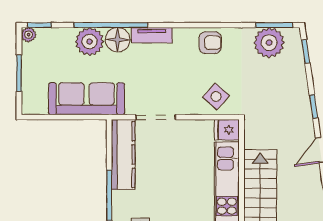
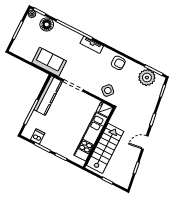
floor lamp: (118, 40) -> (47, 24), moved
plant: (90, 42) -> (60, 32), removed
sofa: (87, 99) -> (49, 62), width x0.73

